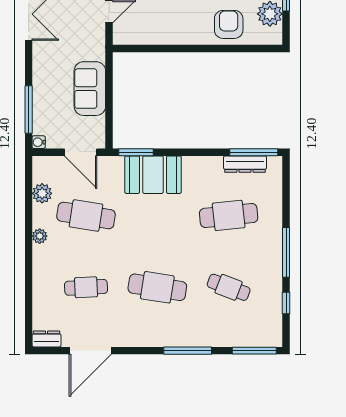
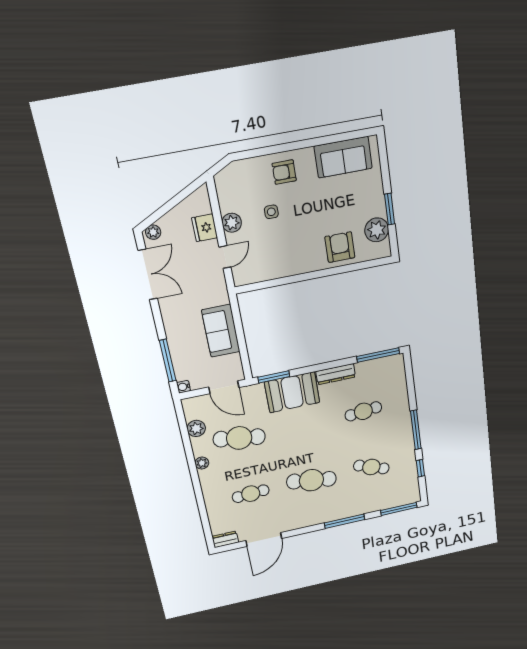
dresser: (245, 164) -> (336, 374), moved
cafe table: (229, 215) -> (363, 411), width x0.73, depth x0.74

